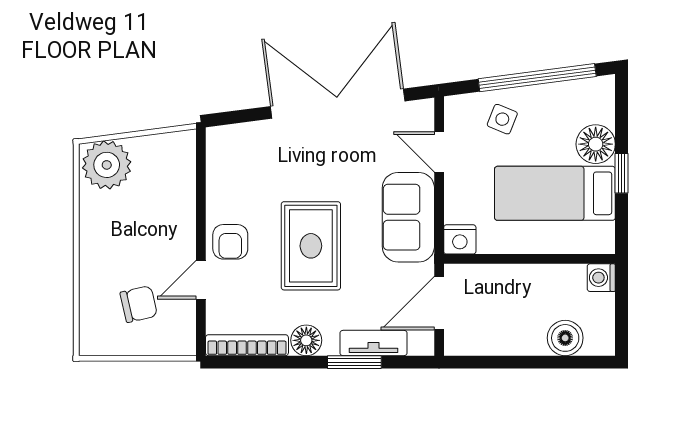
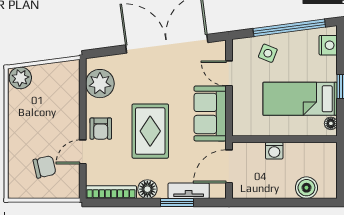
floor lamp: (596, 144) -> (331, 123), moved, width x0.53, depth x0.53
plant: (107, 165) -> (20, 78), width x0.73, depth x0.73
plant: (229, 168) -> (100, 84), added
nightstand: (460, 239) -> (328, 45), moved, turned -90
washing machine: (601, 278) -> (274, 151), moved, turned -90

